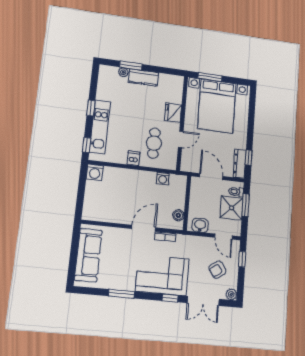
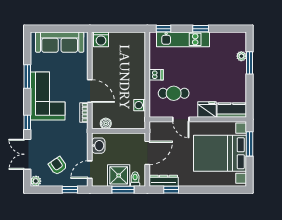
kitchen counter: (143, 77) -> (232, 110), moved, turned 90
washing machine: (95, 172) -> (101, 39), moved, turned -90
corner sofa: (162, 275) -> (48, 96), moved

